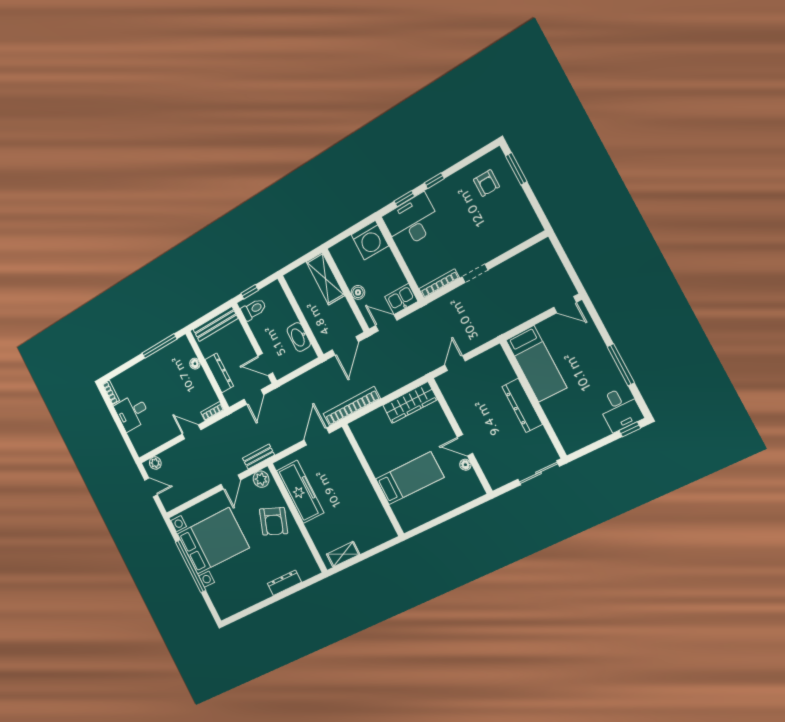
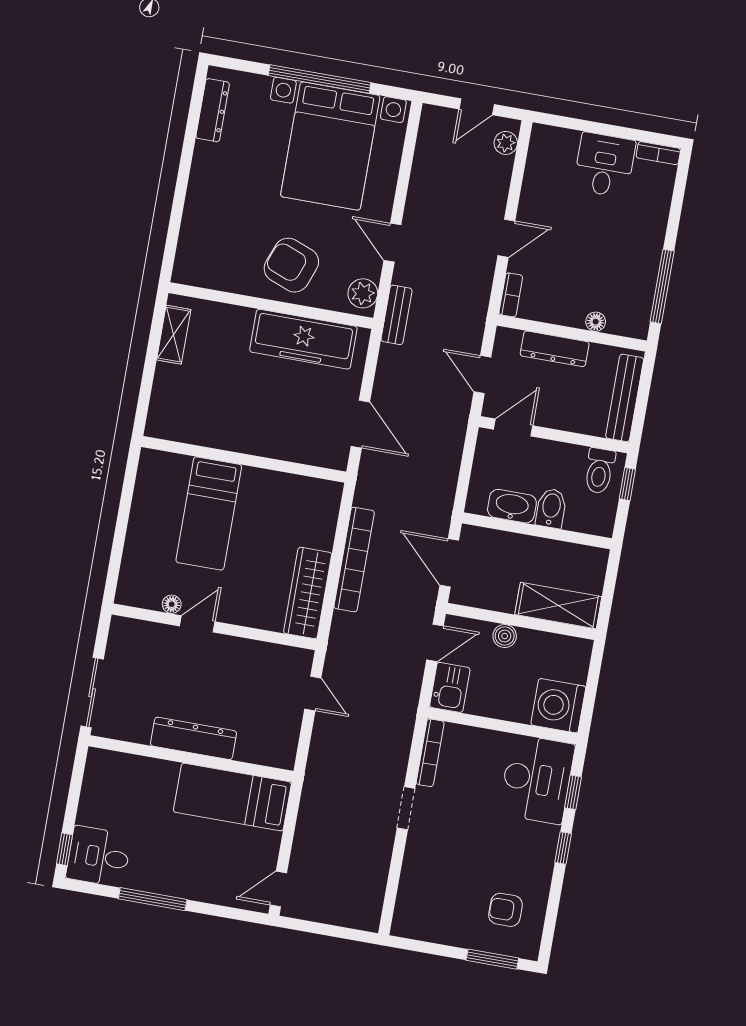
bidet: (286, 318) -> (551, 508), added
bookcase: (352, 406) -> (354, 559), moved
dresser: (284, 583) -> (213, 110), moved

